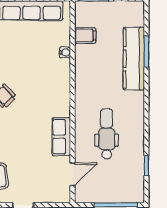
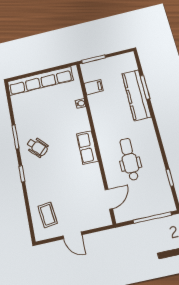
row of seats: (61, 137) -> (87, 147), moved

